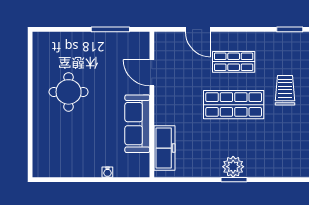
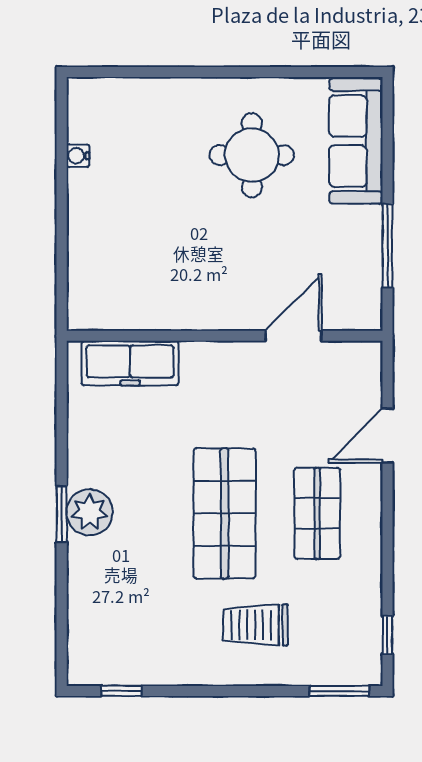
window: (290, 29) -> (387, 635), width x0.67
trolley: (285, 90) -> (256, 625), turned 180
sofa: (137, 124) -> (356, 141), moved, turned -90
water cooler: (107, 172) -> (78, 156), moved

